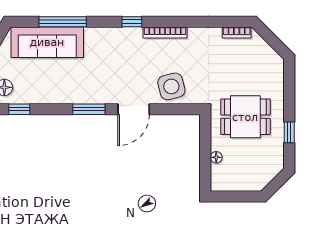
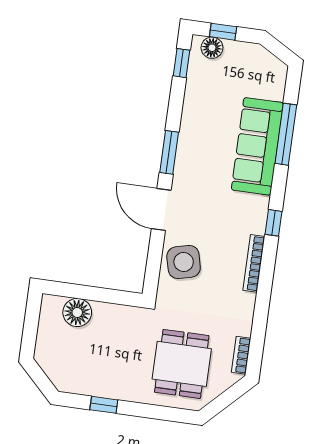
sofa: (47, 42) -> (257, 146), moved
dining table: (245, 117) -> (182, 364), moved
floor lamp: (216, 157) -> (77, 312), width x1.89, depth x1.89

